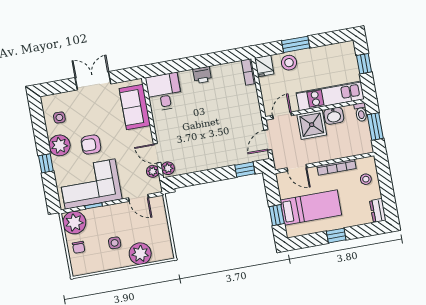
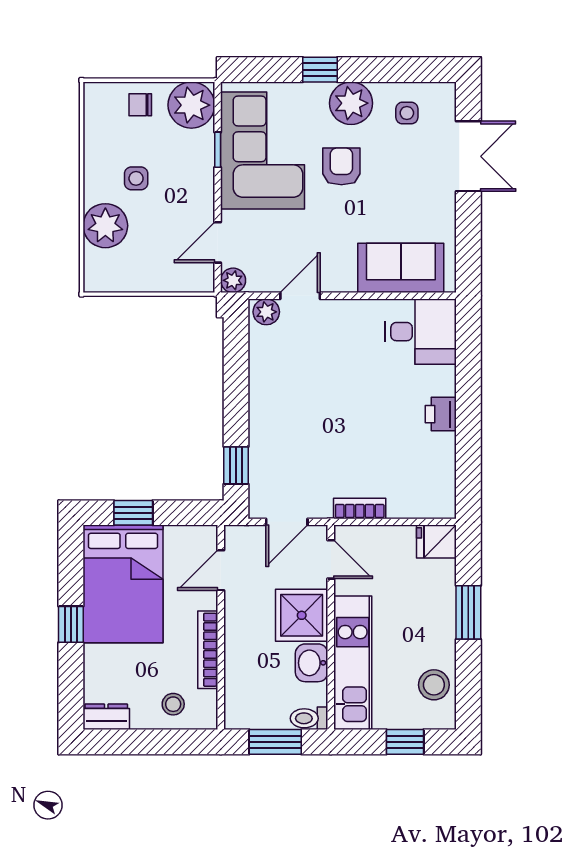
stool: (289, 63) -> (434, 685), moved
bookcase: (249, 72) -> (360, 508), moved
double door: (93, 81) -> (468, 156), moved
door: (268, 140) -> (287, 522), swing flipped
plant: (153, 171) -> (233, 280), moved
bed: (311, 207) -> (123, 584), width x1.50

